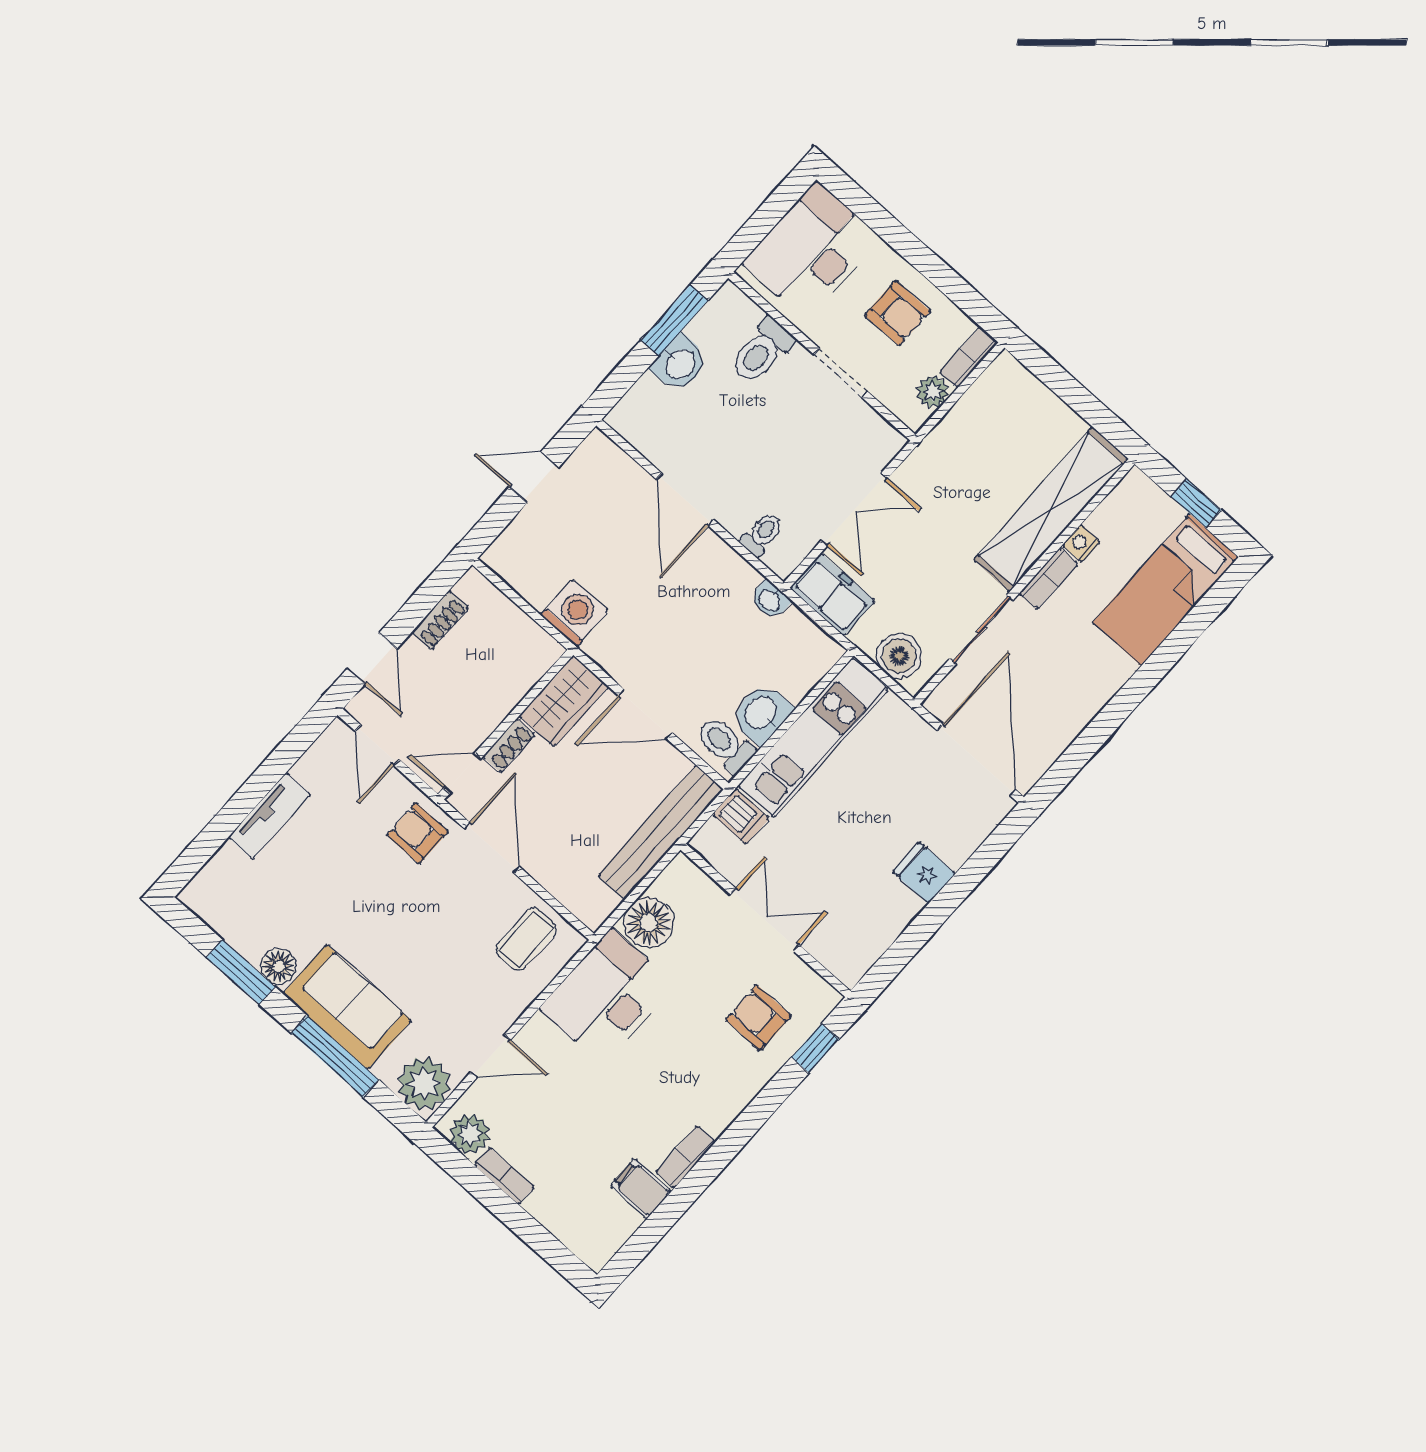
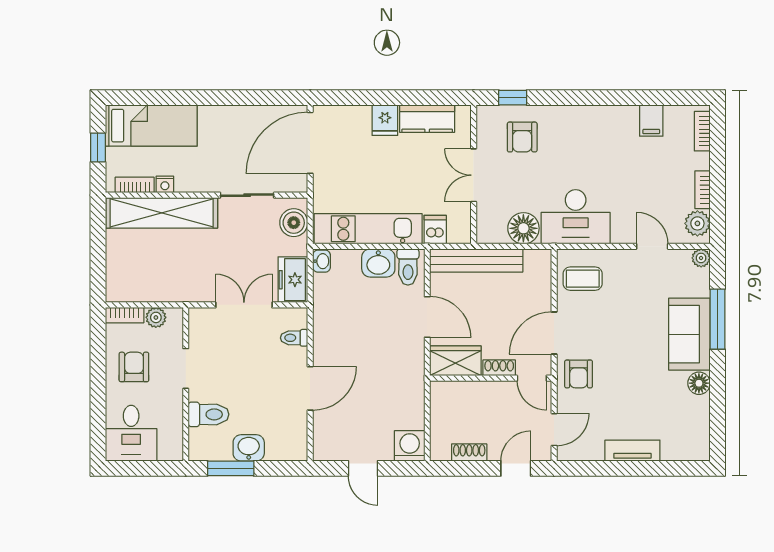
desk: (812, 251) -> (131, 433), width x0.73
bookcase: (1049, 579) -> (135, 185), moved
washbasin: (770, 600) -> (322, 261), moved
washing machine: (575, 613) -> (410, 446), moved, turned 90
kitchen counter: (881, 924) -> (427, 119), added
window: (241, 972) -> (717, 399), removed
plant: (424, 1084) -> (701, 258), width x0.53, depth x0.53
bookcase: (686, 1157) -> (702, 131), moved, turned 90

